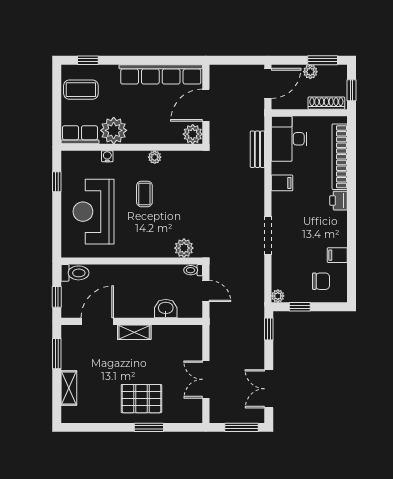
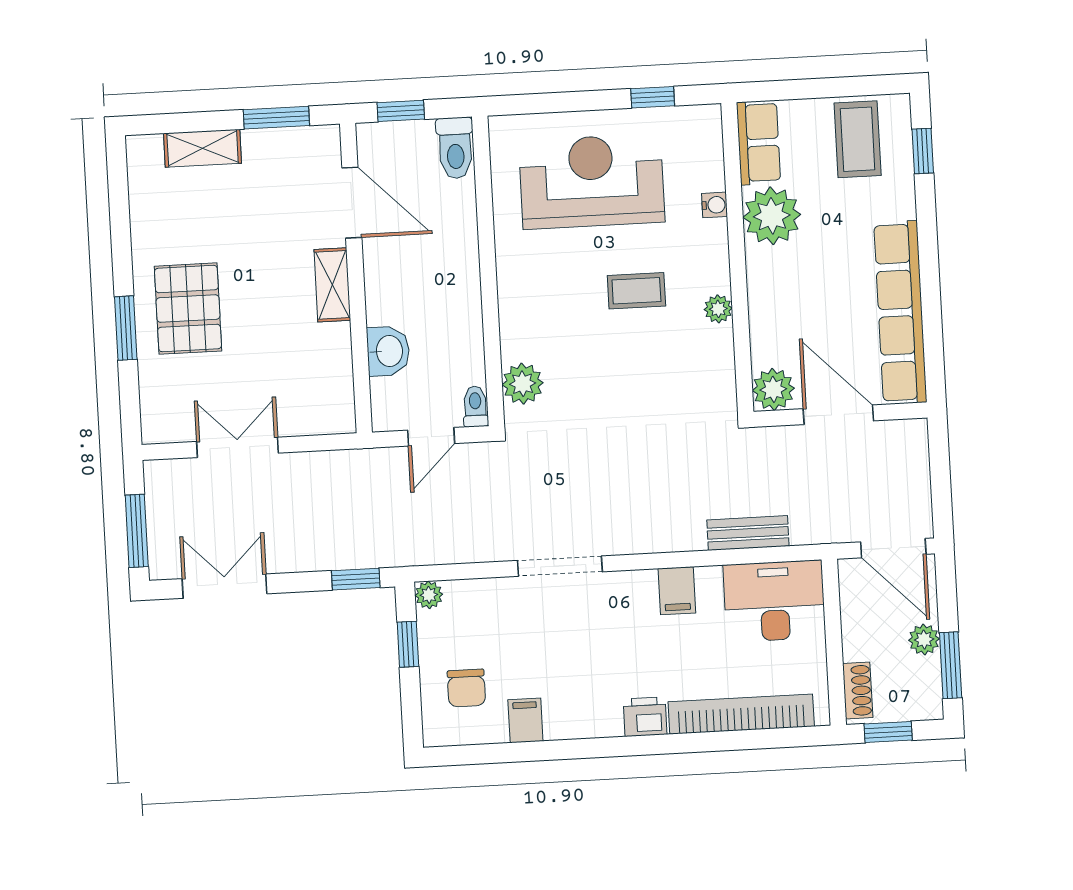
shoe rack: (326, 103) -> (858, 690), width x0.70

